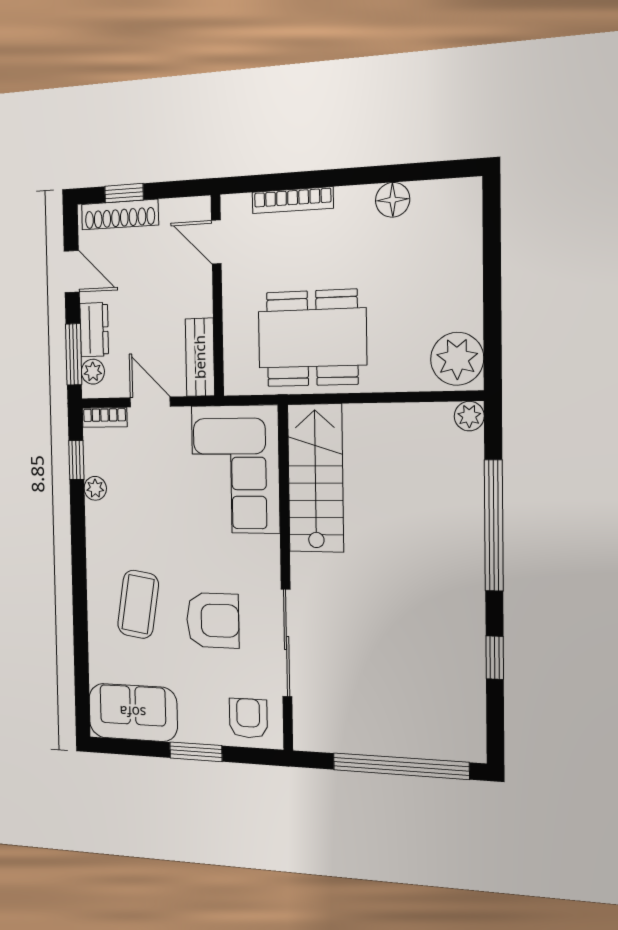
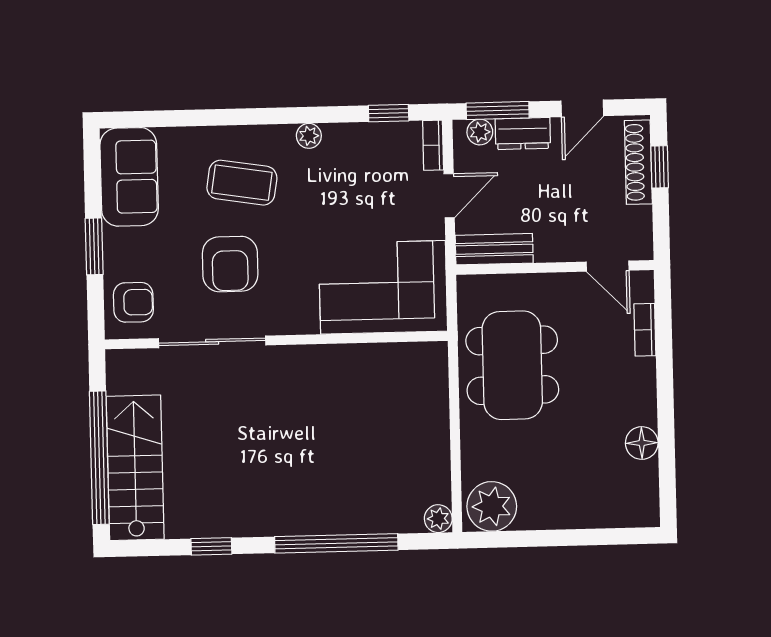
bookcase: (293, 200) -> (645, 330), width x0.64
door: (216, 242) -> (608, 266), swing flipped
stairs: (316, 478) -> (135, 468), moved, turned -90
plant: (95, 488) -> (309, 136), moved

